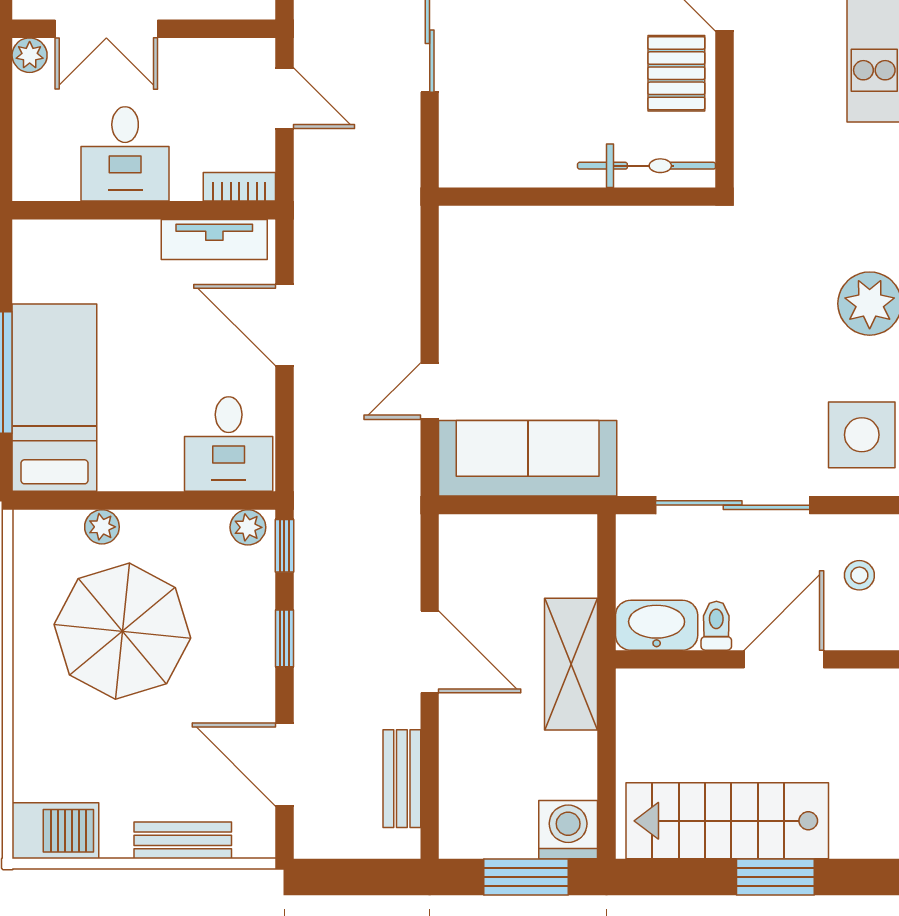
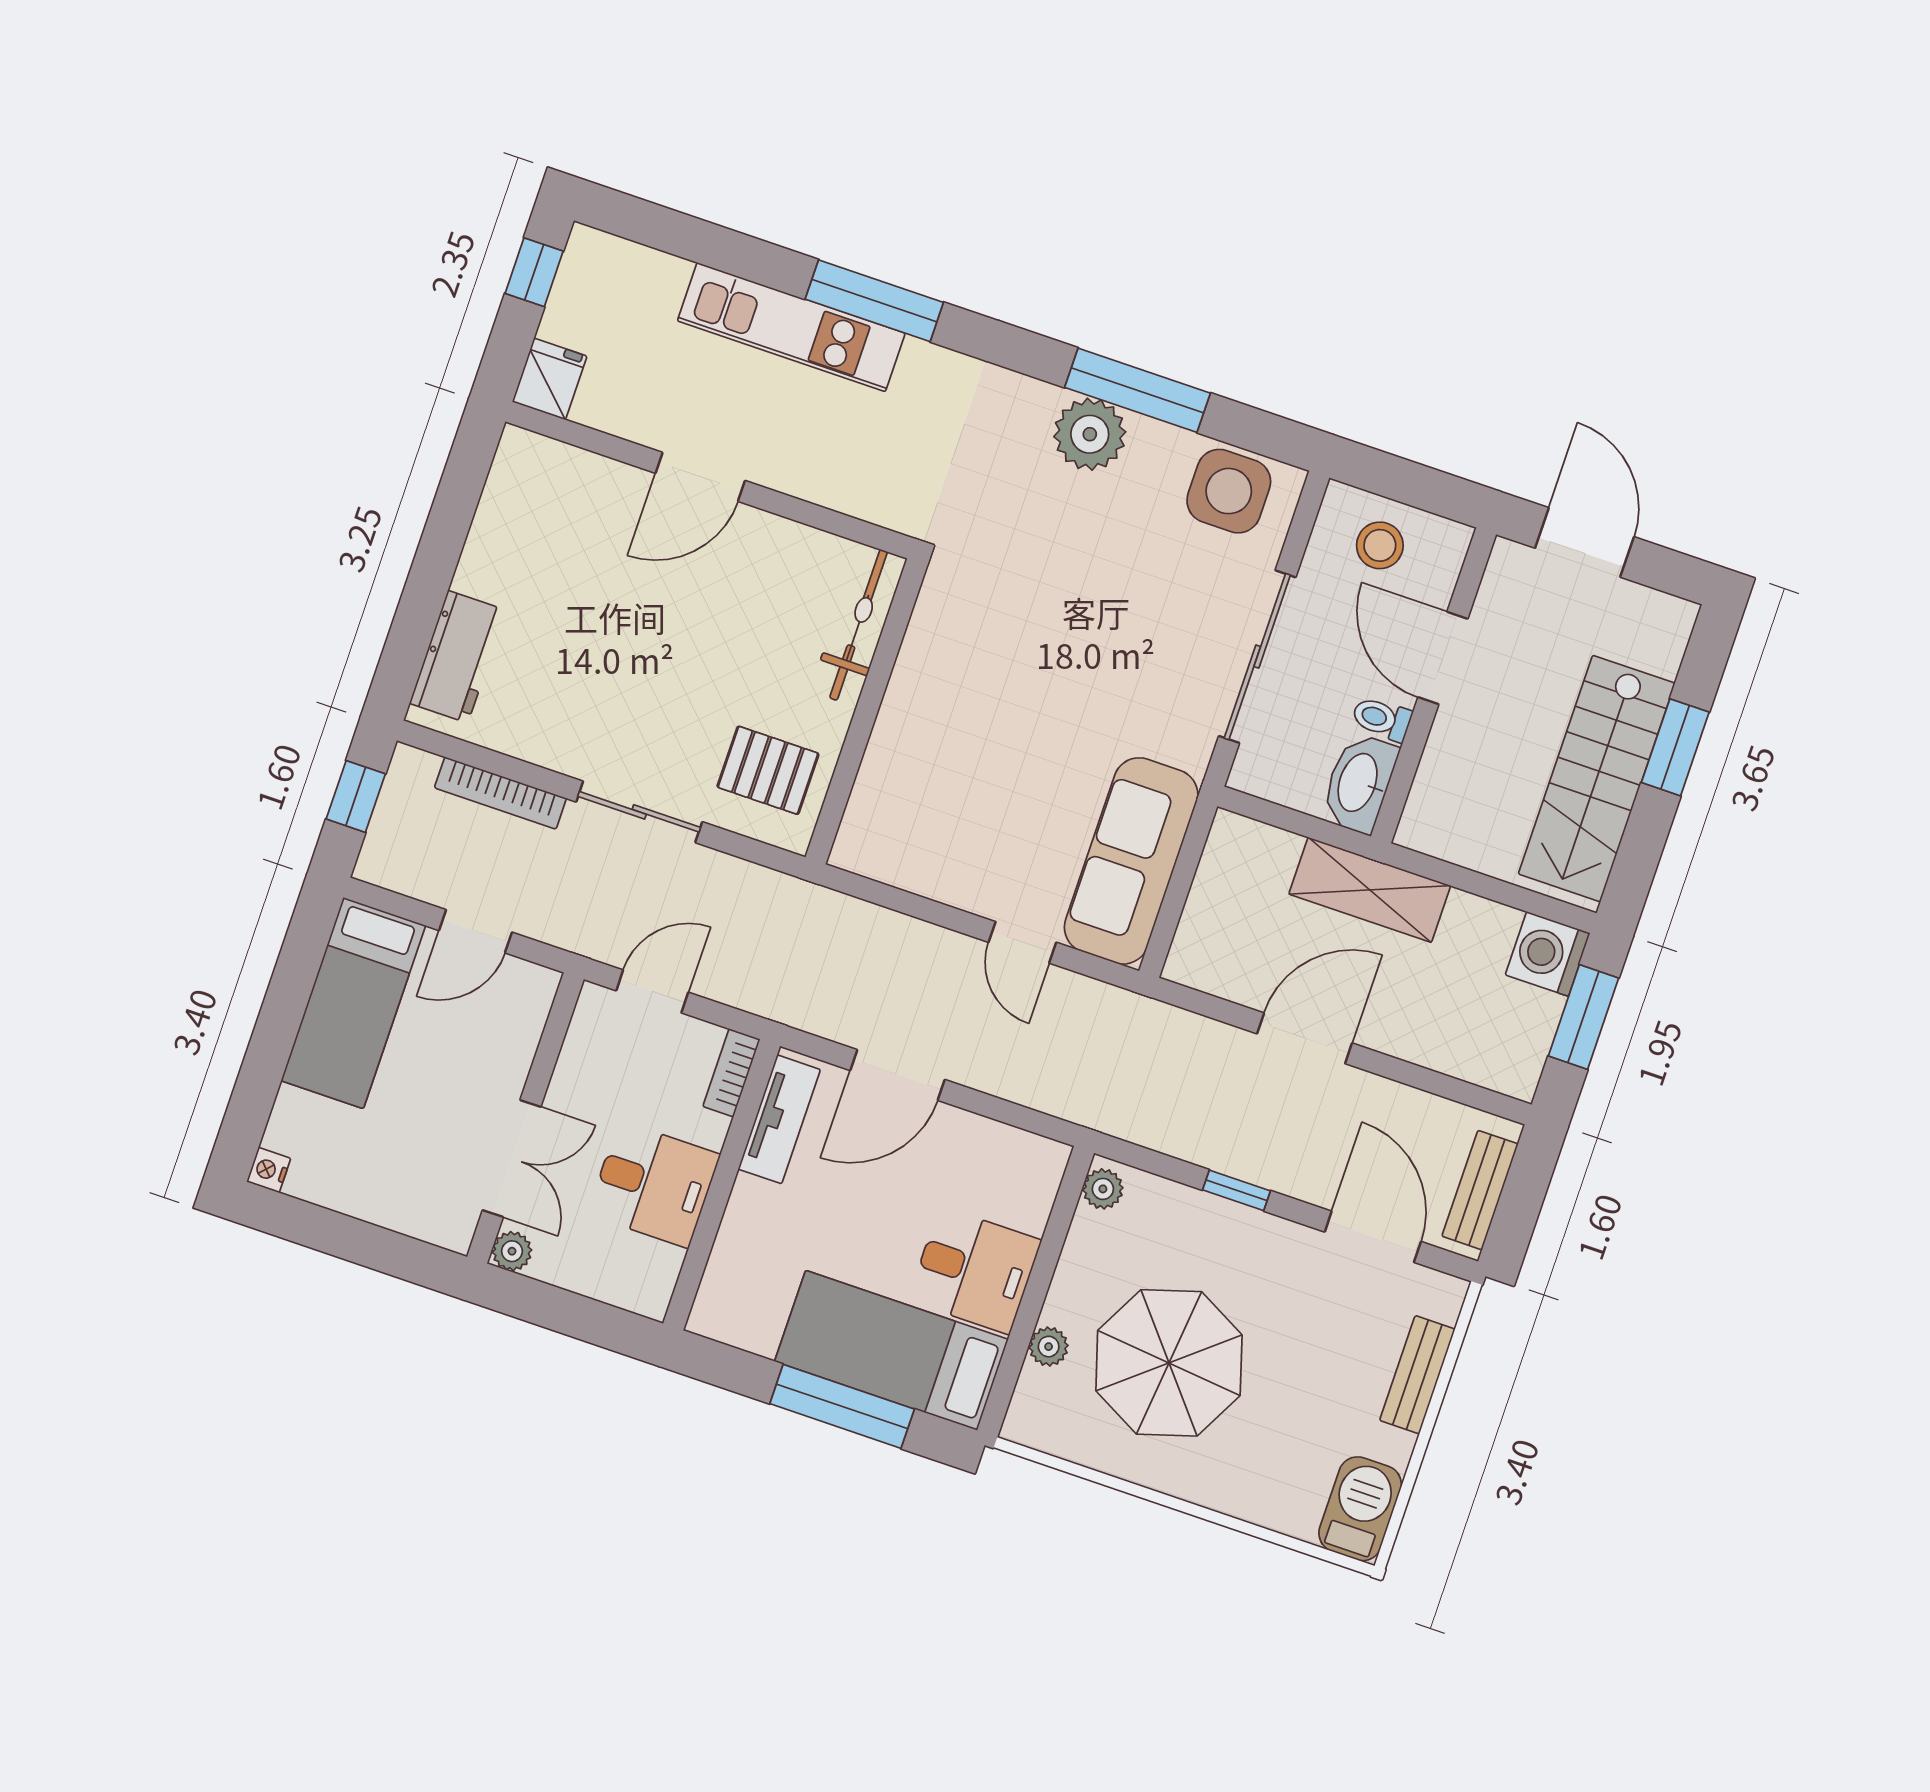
pallet: (676, 73) -> (768, 770), moved
desk: (229, 444) -> (975, 1270), moved
window: (284, 546) -> (1136, 1156), removed
stool: (859, 575) -> (1380, 545), width x1.37, depth x1.37
door: (284, 765) -> (1373, 1237), swing flipped
bench: (402, 779) -> (1480, 1190), moved, turned 90

